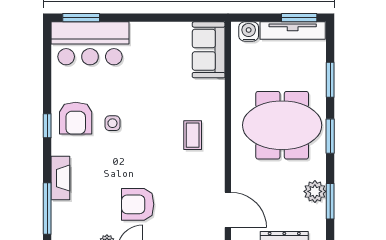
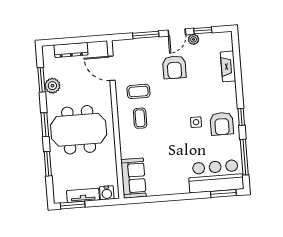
tv unit: (293, 30) -> (83, 195), width x0.71
armchair: (76, 118) -> (222, 124), turned 180
coffee table: (192, 174) -> (139, 91), added
fireplace: (60, 178) -> (228, 66), moved
armchair: (138, 204) -> (174, 67), turned 90
window: (47, 209) -> (244, 157), moved

